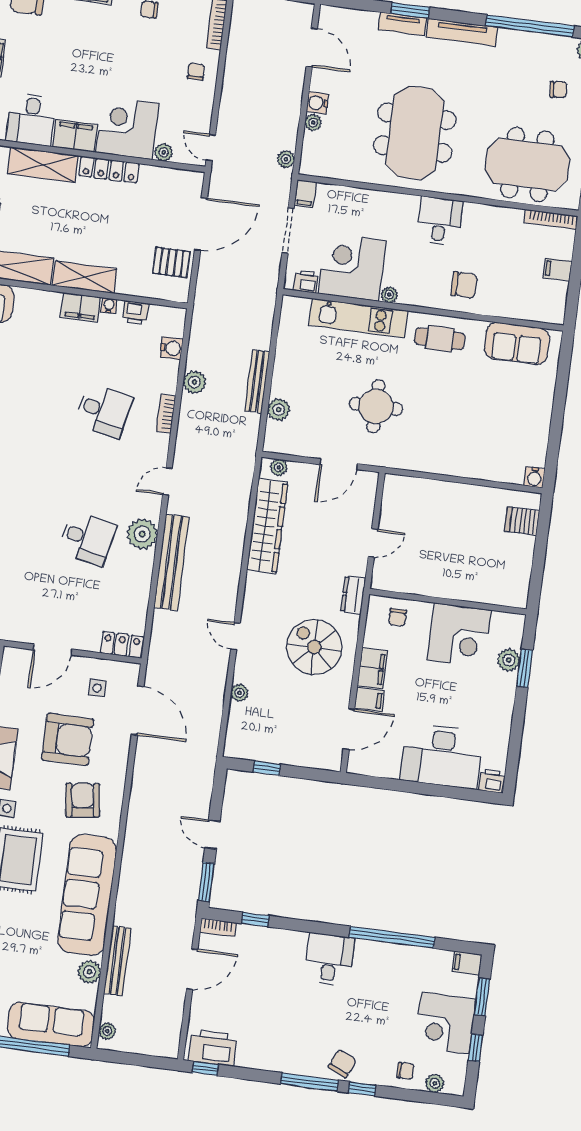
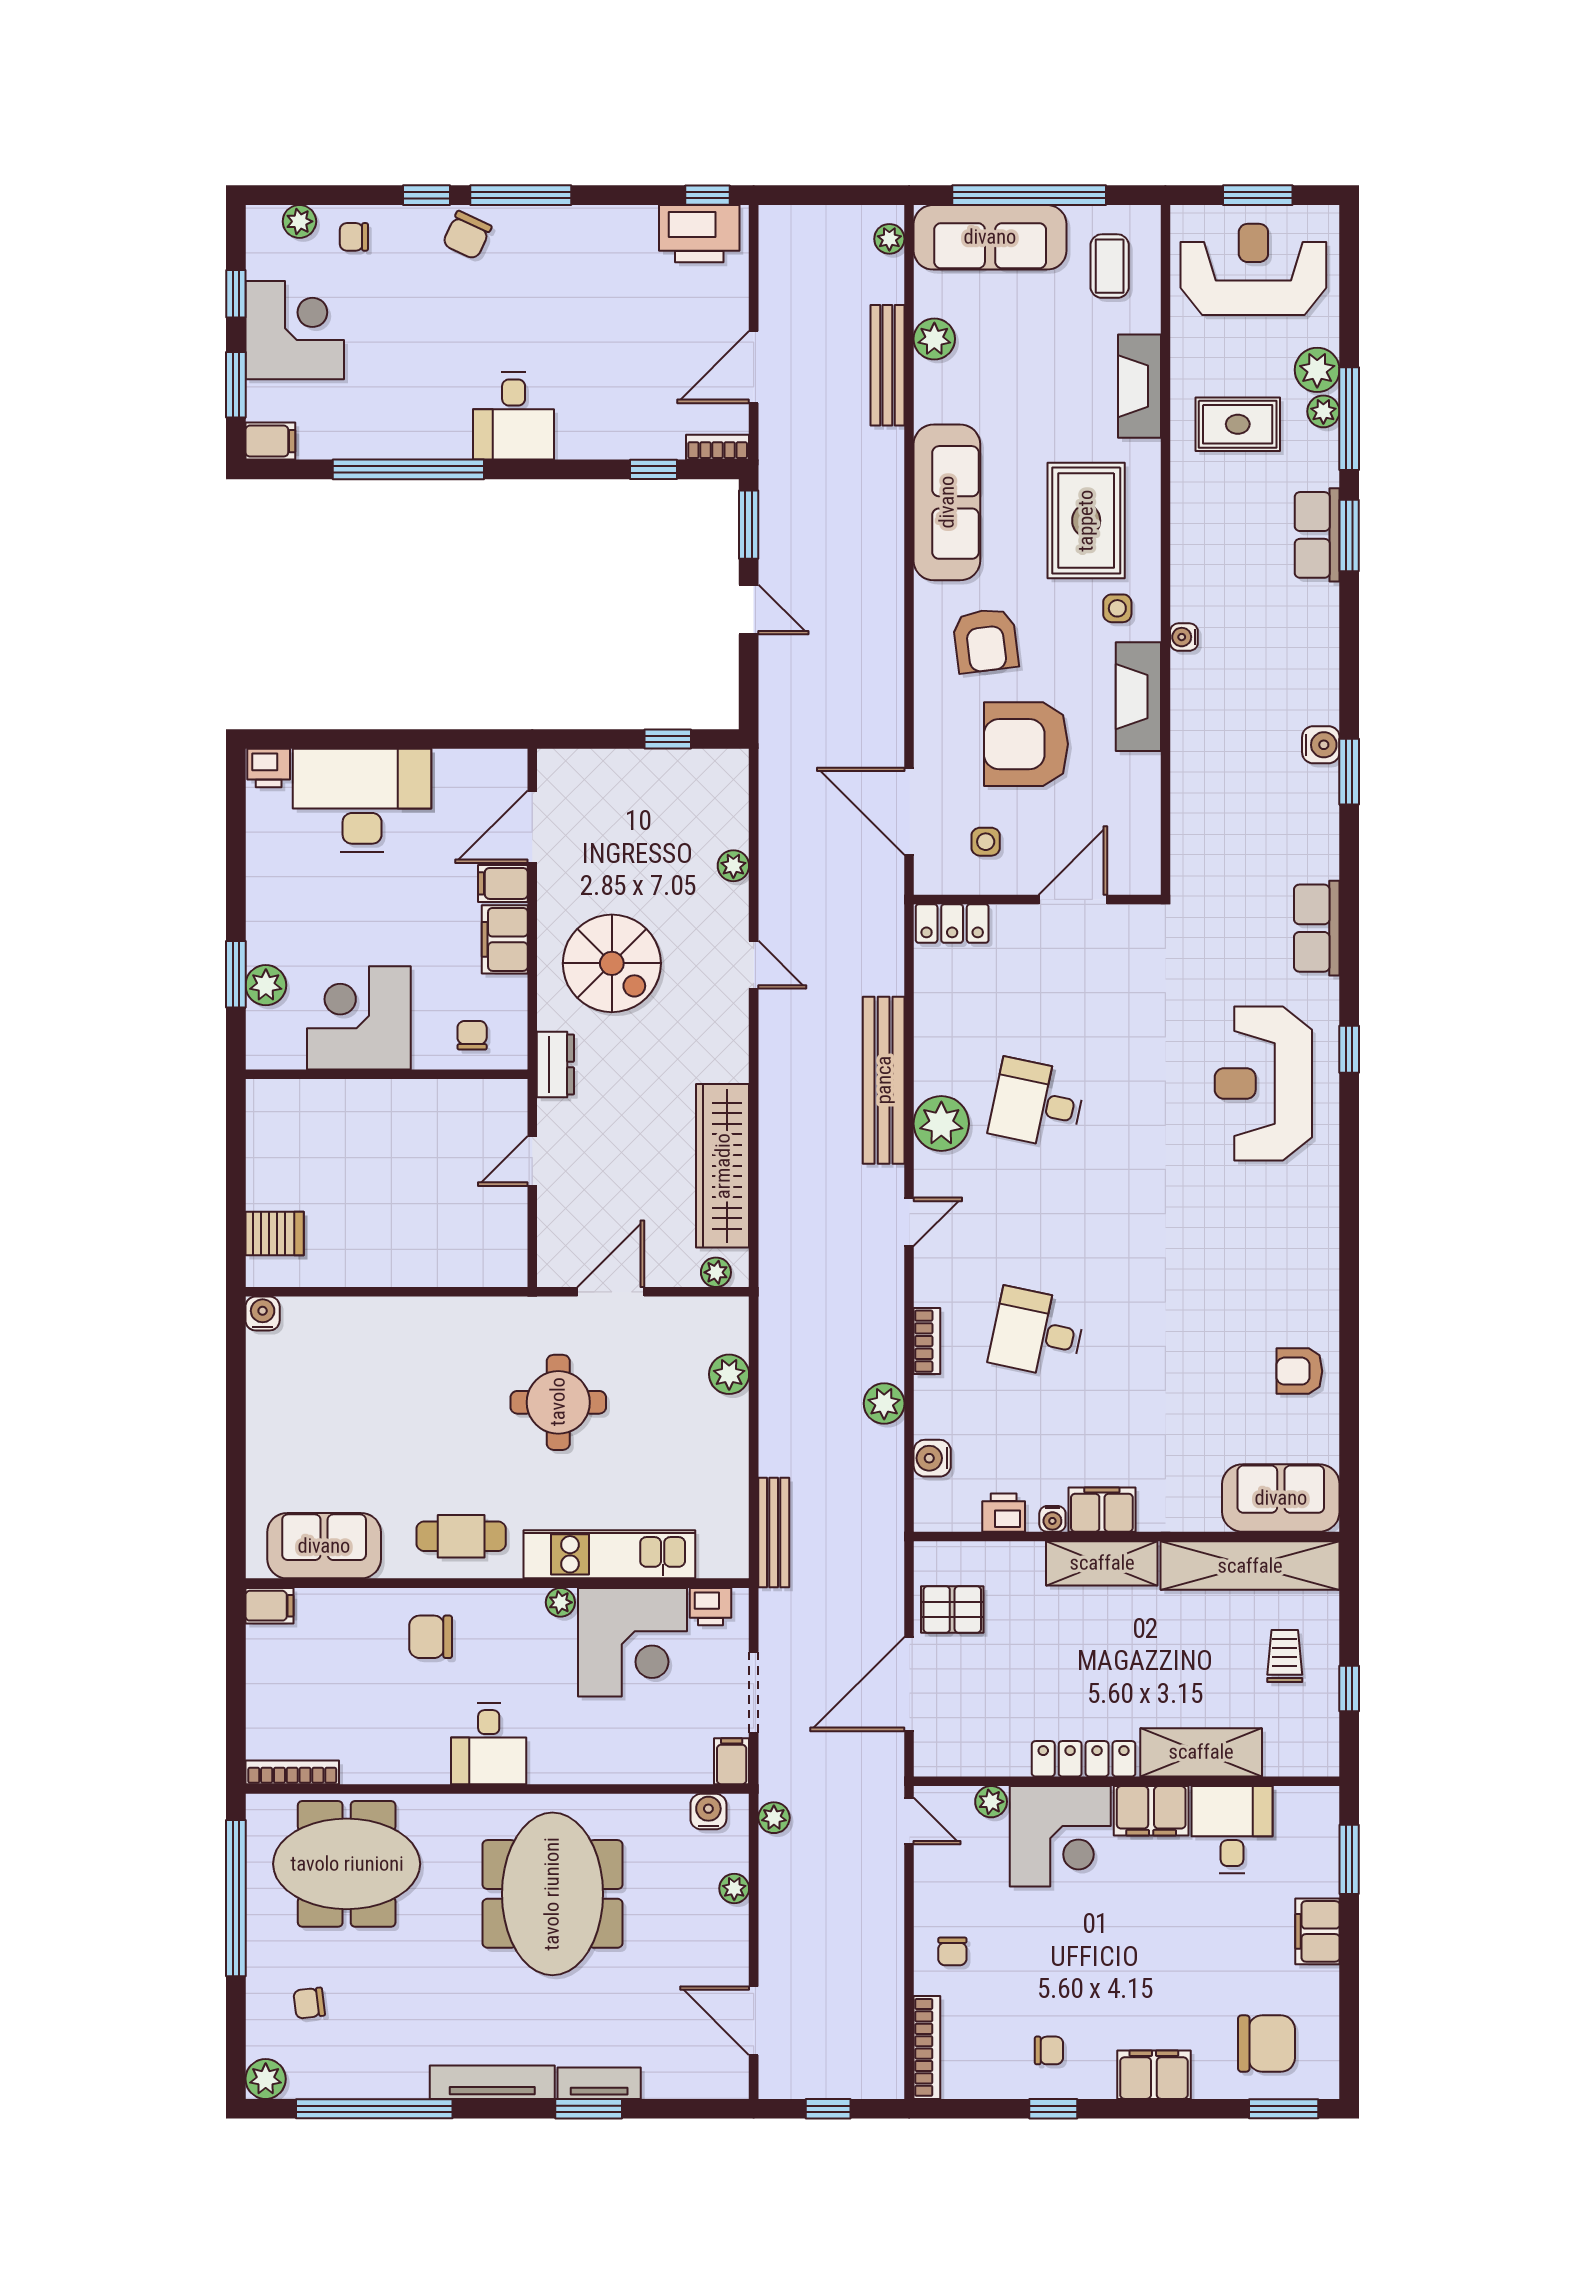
water cooler: (317, 103) -> (708, 1812), moved, turned -90
filing cabinet: (558, 269) -> (269, 1606), moved
bench: (257, 381) -> (774, 1532), moved
sofa: (87, 895) -> (947, 502), width x0.74, depth x0.79

